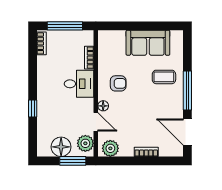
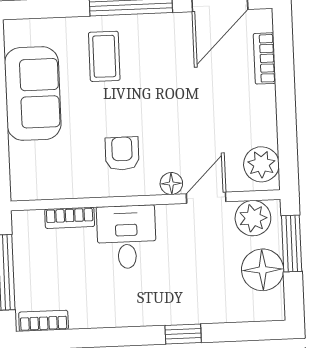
bookcase: (146, 152) -> (264, 58), moved

